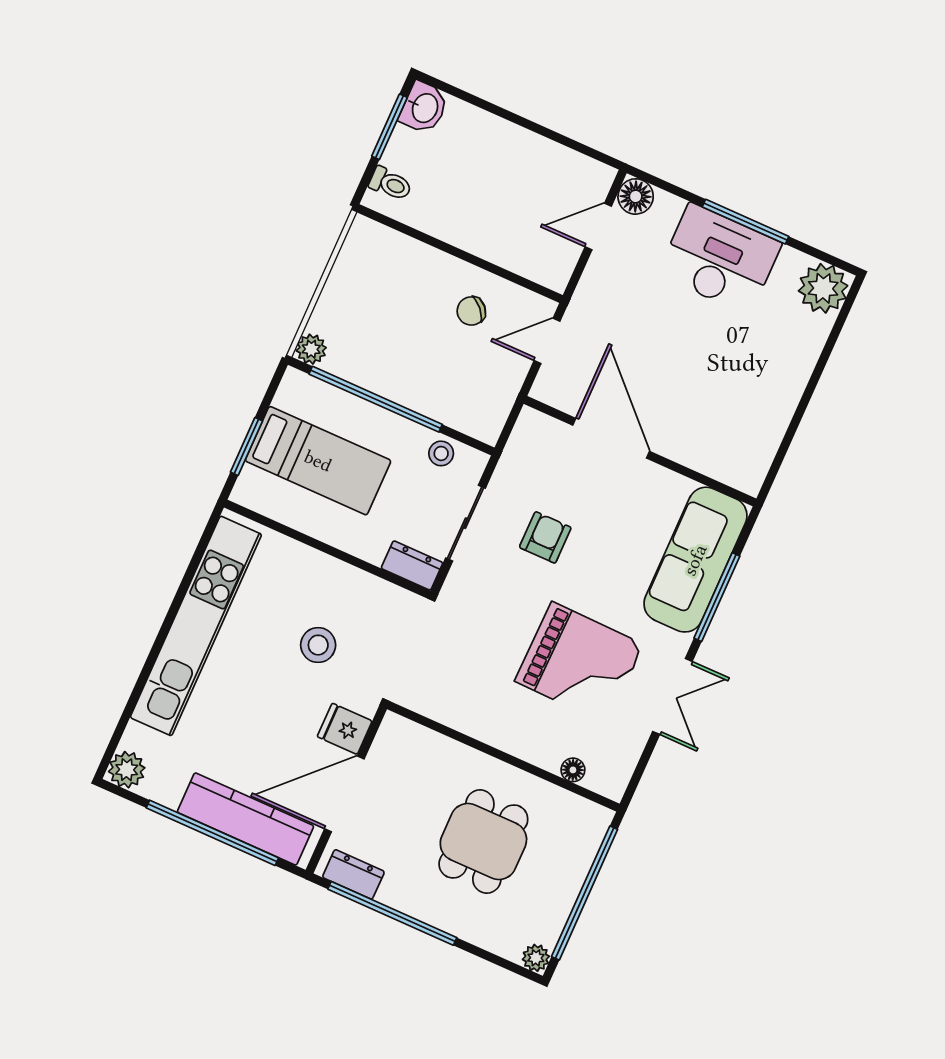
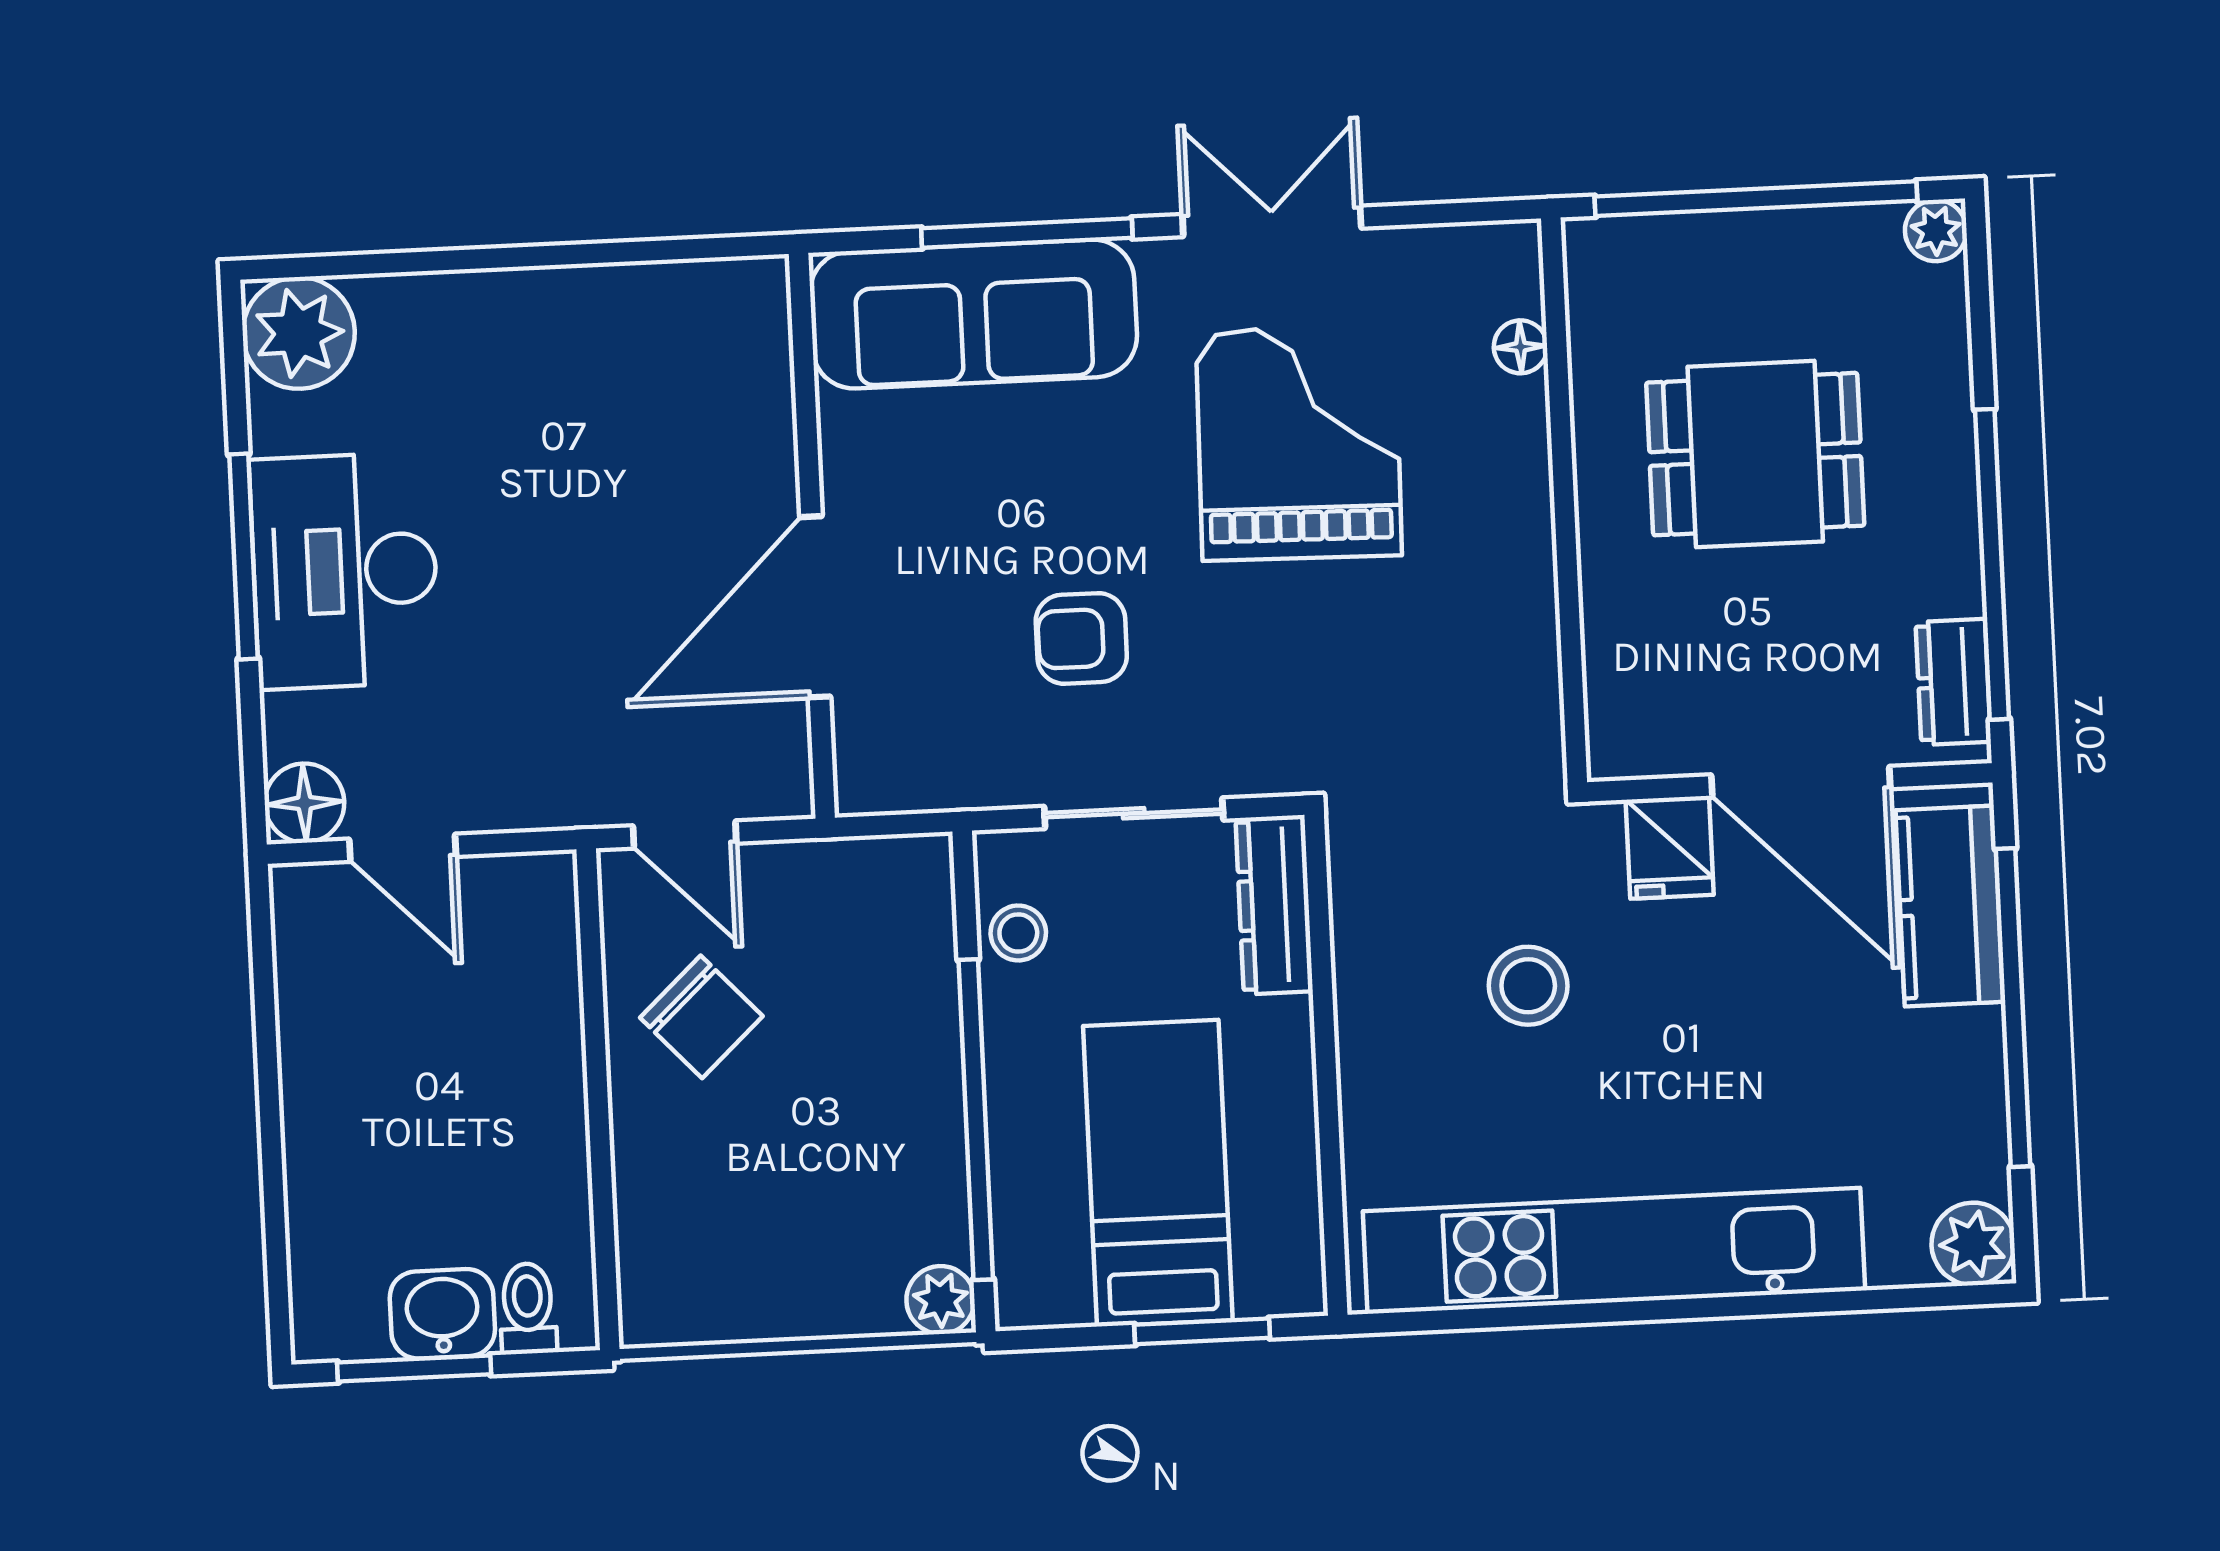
washbasin: (424, 108) -> (442, 1314), moved
chair: (471, 311) -> (701, 1017), width x1.37, depth x1.37
dresser: (412, 565) -> (1274, 905), width x1.44
kitchen counter: (245, 819) -> (1949, 906), width x0.67

